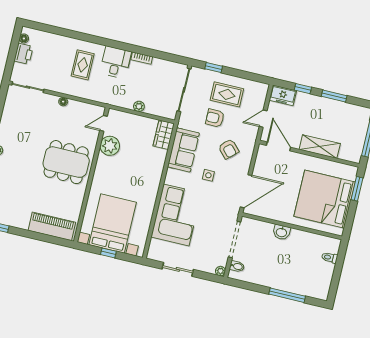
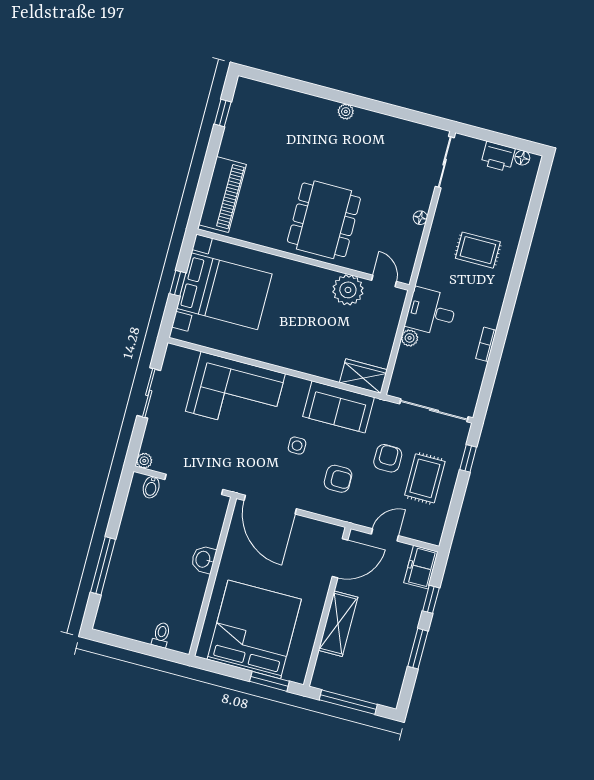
desk: (116, 62) -> (431, 312), moved, turned 180
door: (263, 119) -> (385, 535), hinge flipped
armchair: (229, 149) -> (338, 479), turned -137

